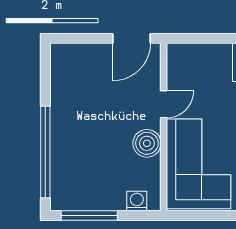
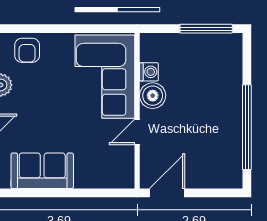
window: (45, 152) -> (247, 127), moved
washing machine: (137, 201) -> (149, 72), moved, turned -90

